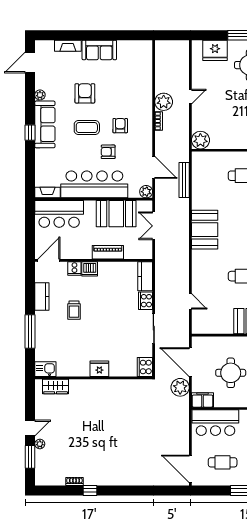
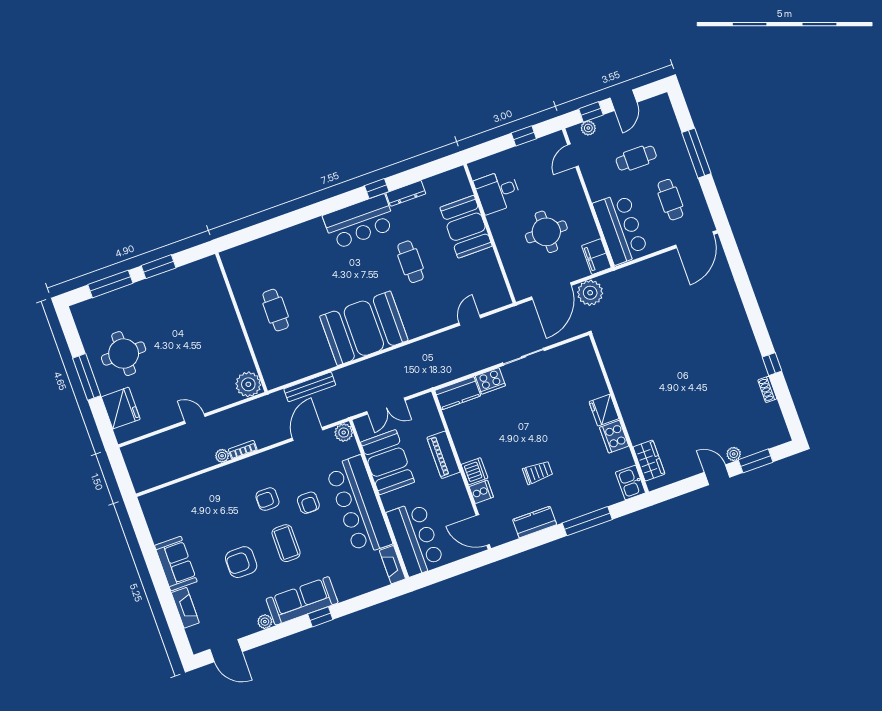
plant: (164, 102) -> (222, 456), width x0.53, depth x0.53
booth: (205, 230) -> (364, 328), width x1.36, depth x1.42
cooker: (145, 367) -> (614, 437), moved, turned 90

